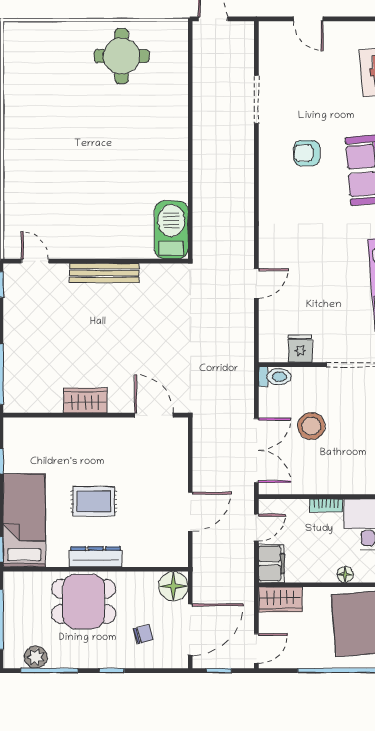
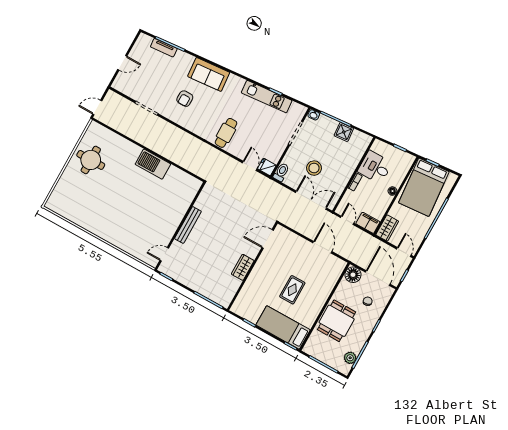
barbecue: (171, 230) -> (153, 164), moved
cafe table: (288, 251) -> (226, 133), added
door: (256, 283) -> (250, 166), moved
fridge: (300, 348) -> (267, 167), moved
dresser: (96, 557) -> (319, 303), removed

